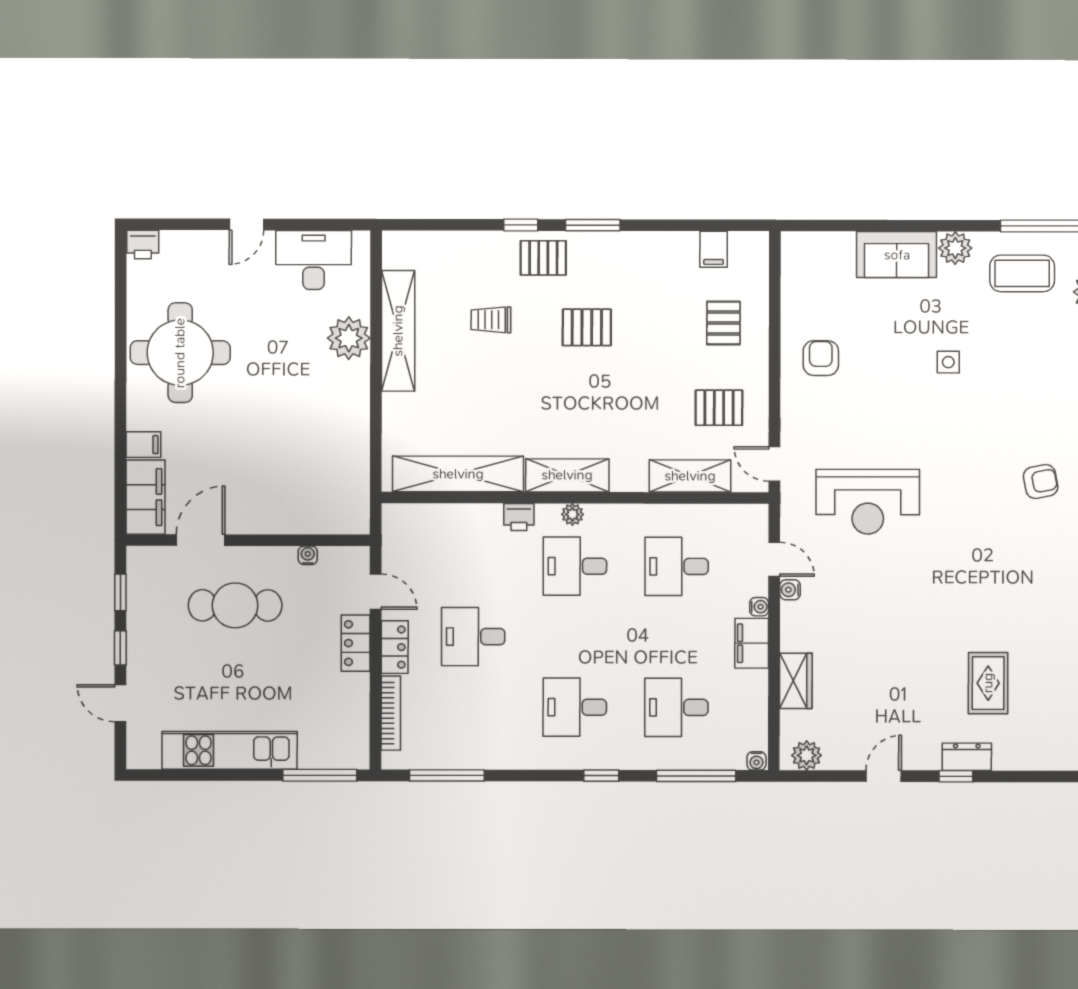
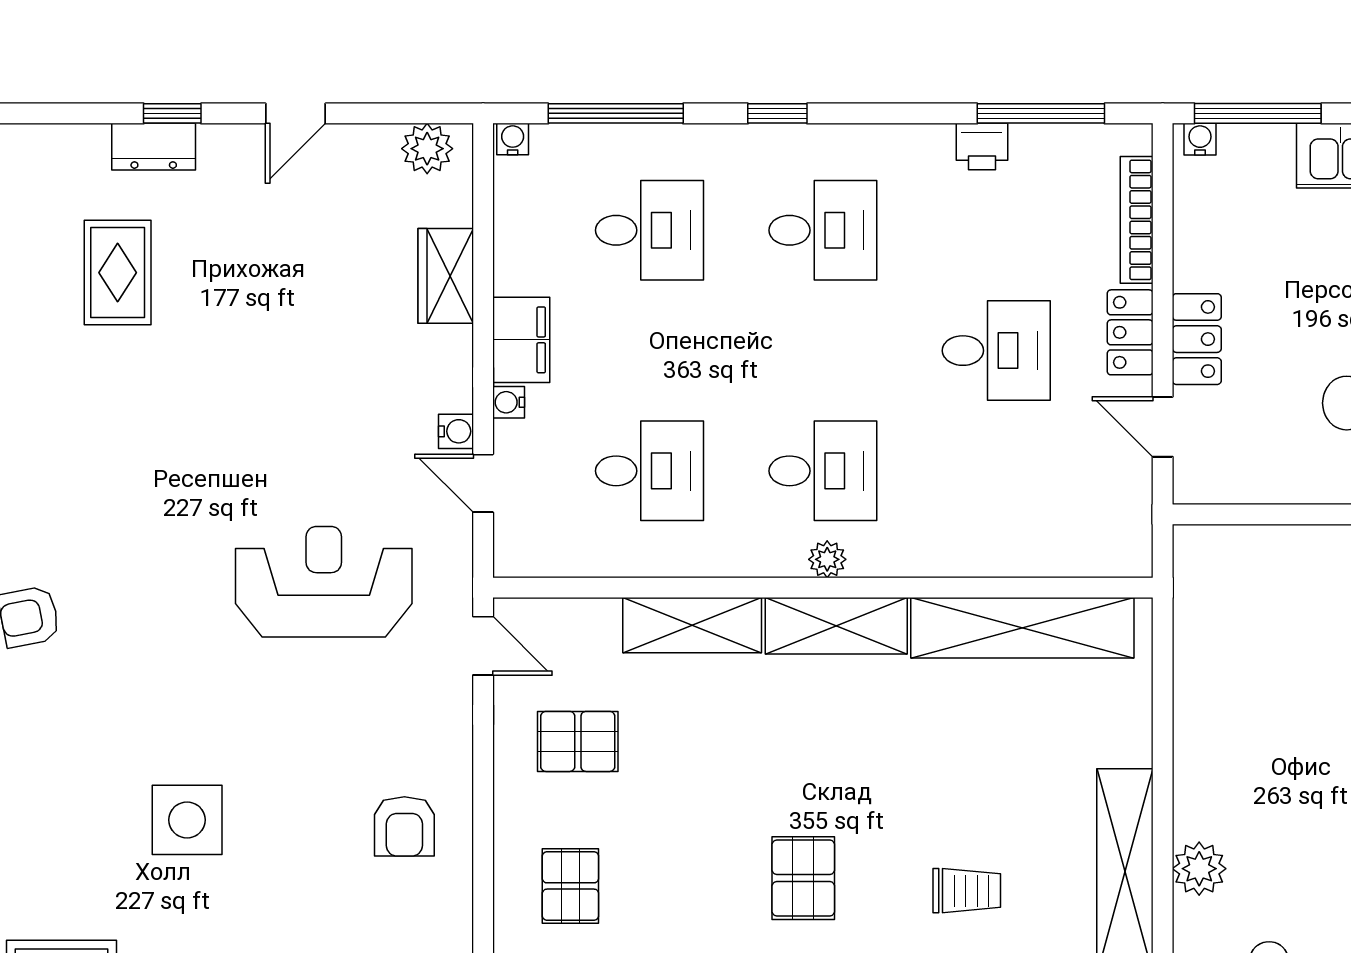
pallet: (587, 327) -> (803, 878), turned 90
plant: (349, 338) -> (1199, 869), width x0.73, depth x0.73
side table: (948, 362) -> (187, 820), width x1.87, depth x1.87
shelving: (690, 476) -> (692, 625), moved
printer: (519, 517) -> (982, 146), moved, turned 180
water cooler: (308, 555) -> (1200, 139), moved, turned 180

